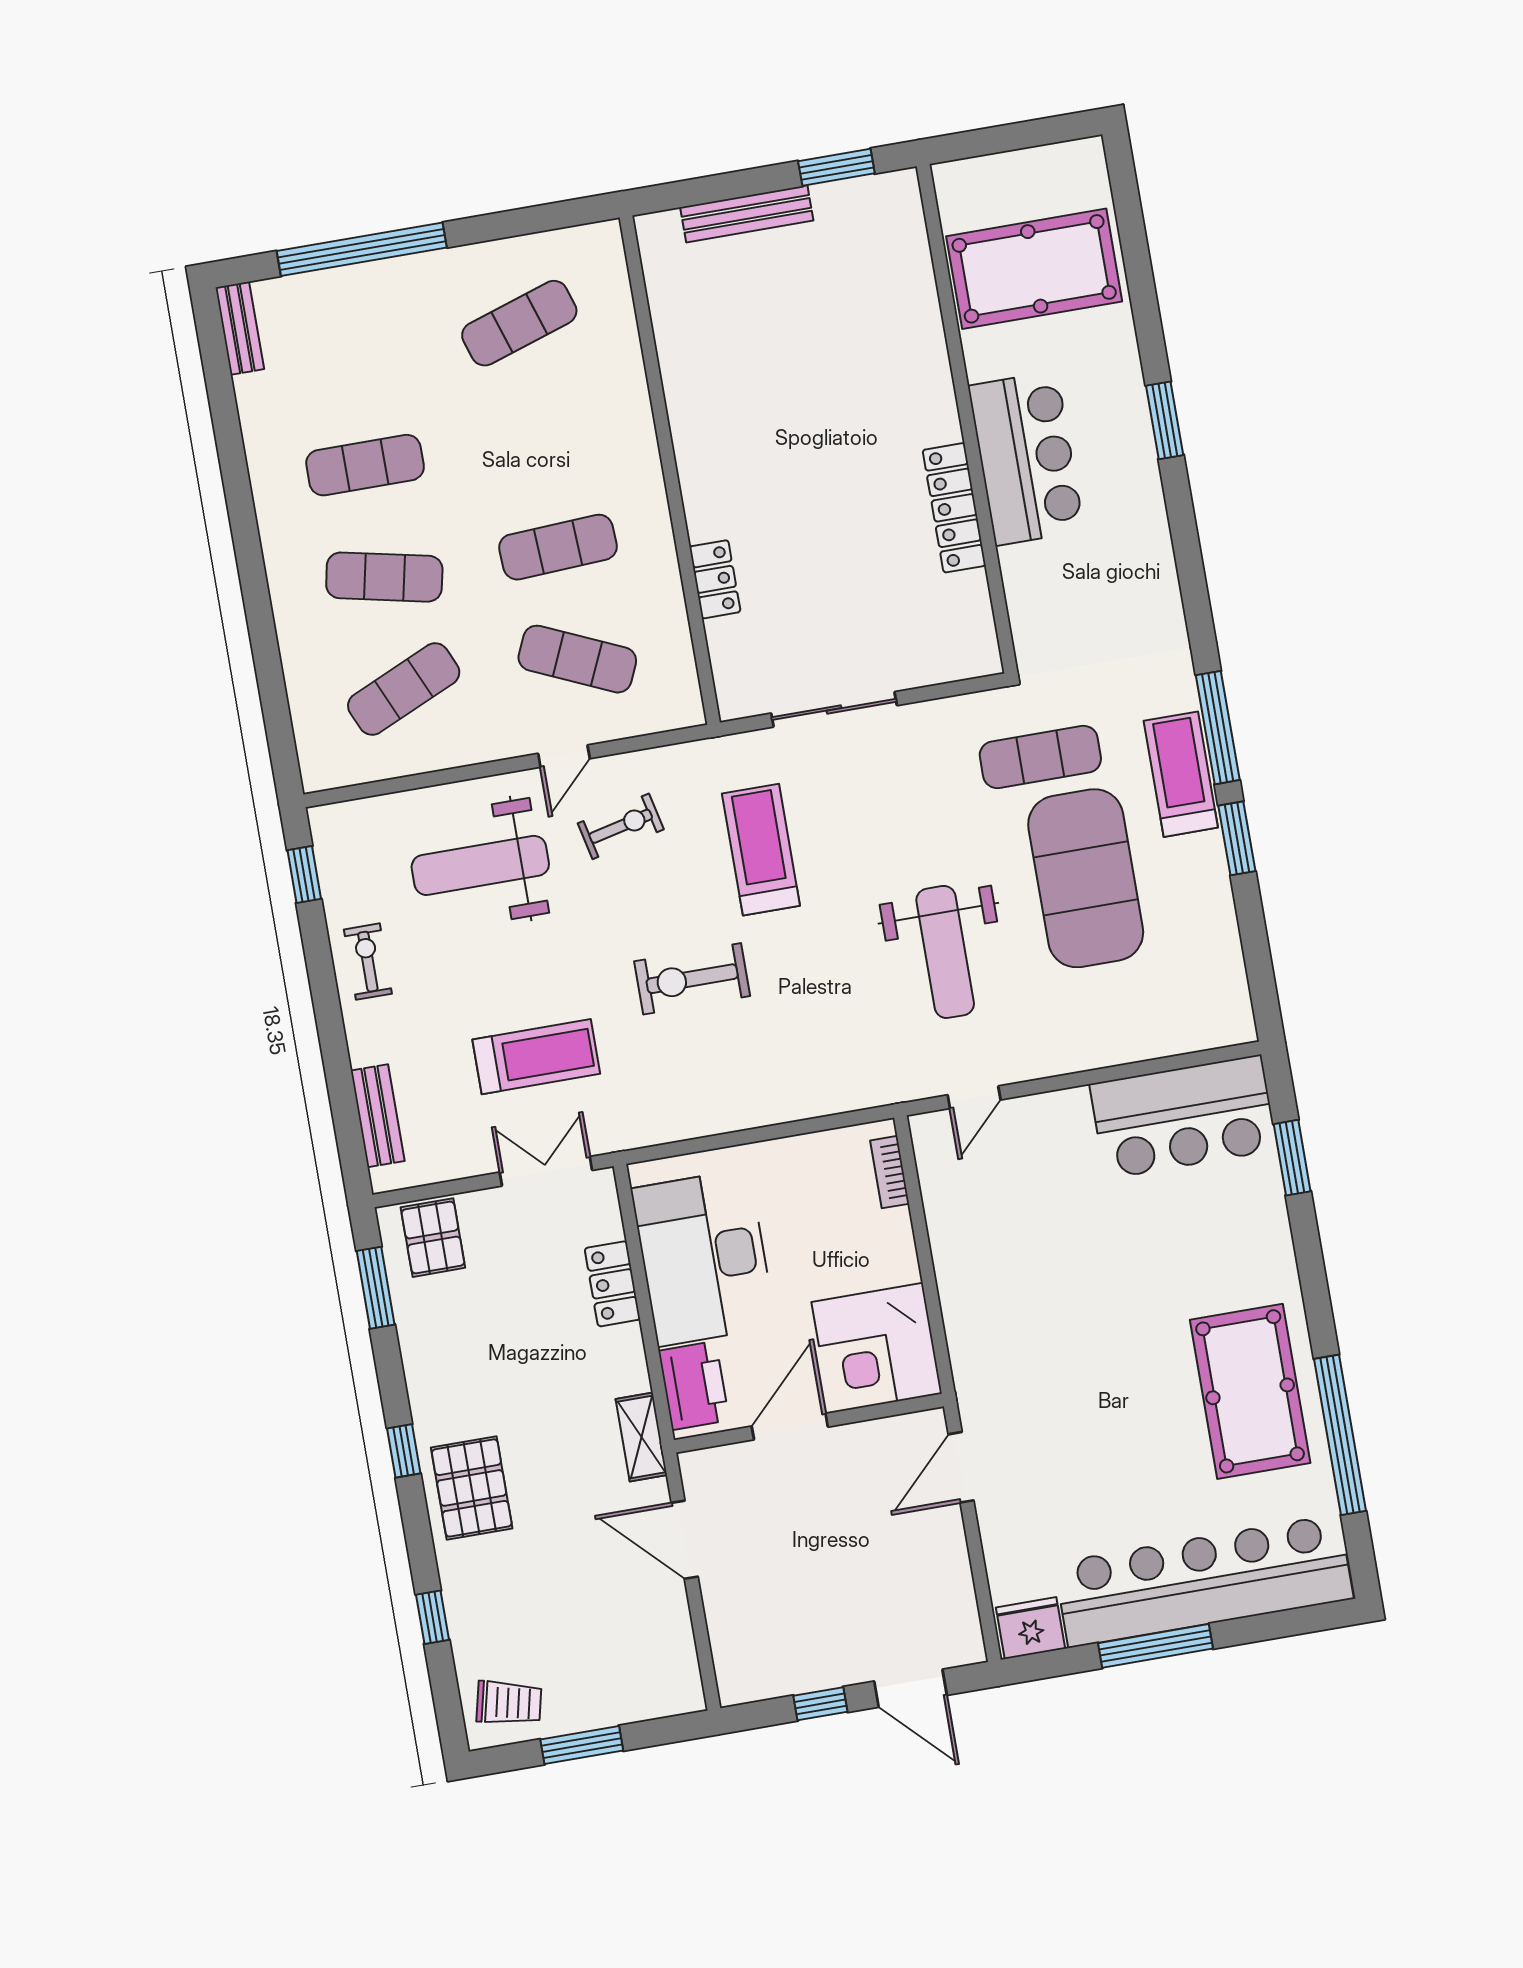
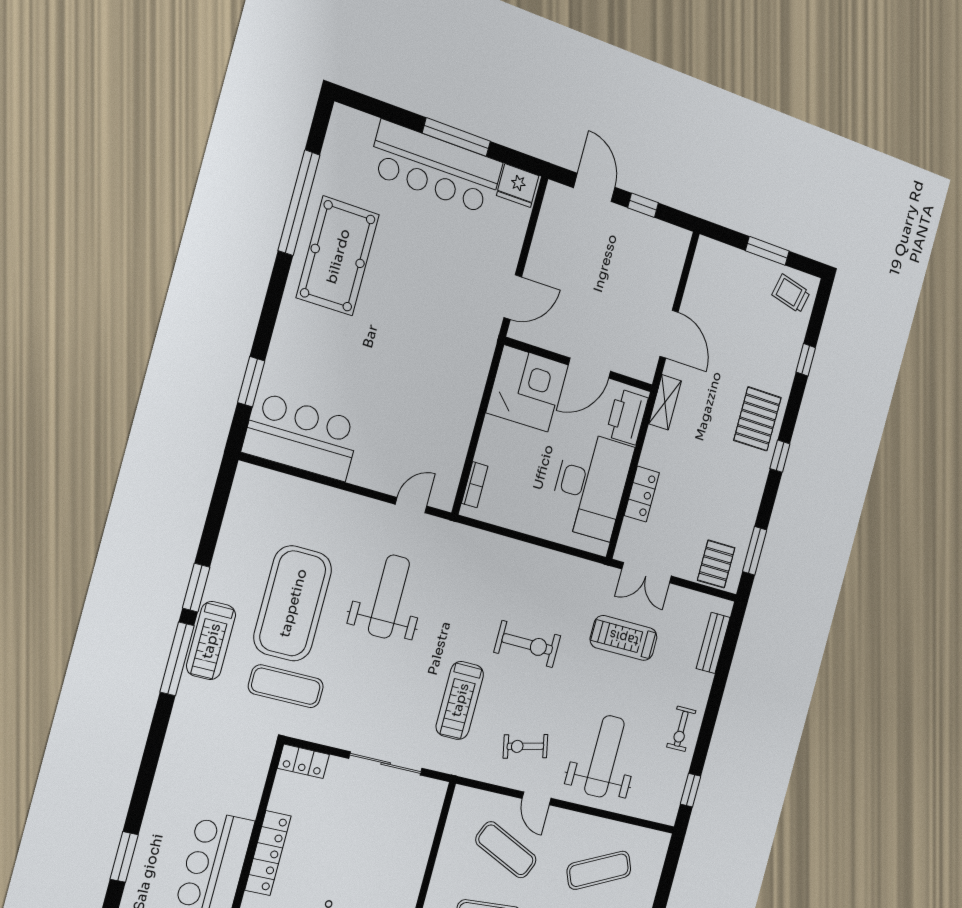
locker: (715, 579) -> (303, 761), moved, turned -90
door: (564, 756) -> (537, 798), swing flipped
weight bench: (480, 865) -> (604, 756), turned -90
bar counter: (1204, 1581) -> (436, 168), width x0.73

